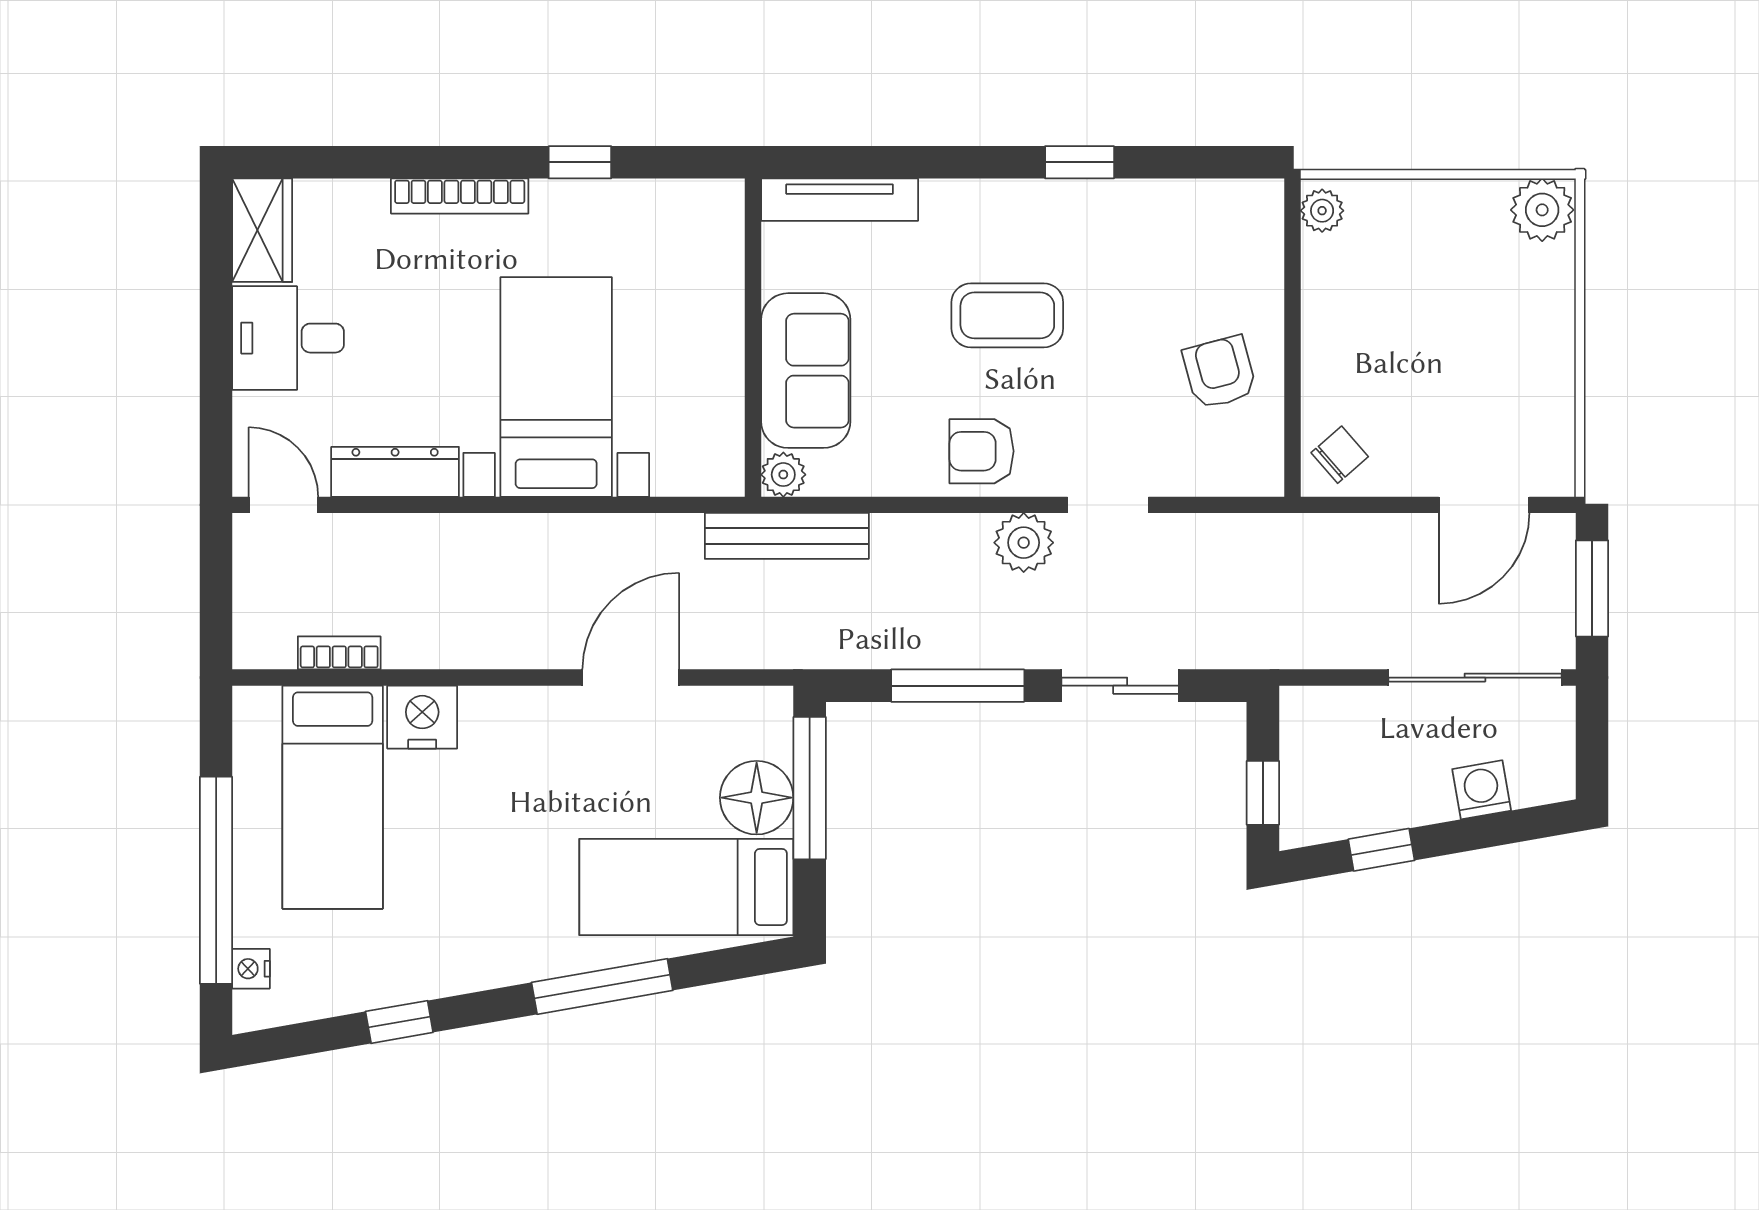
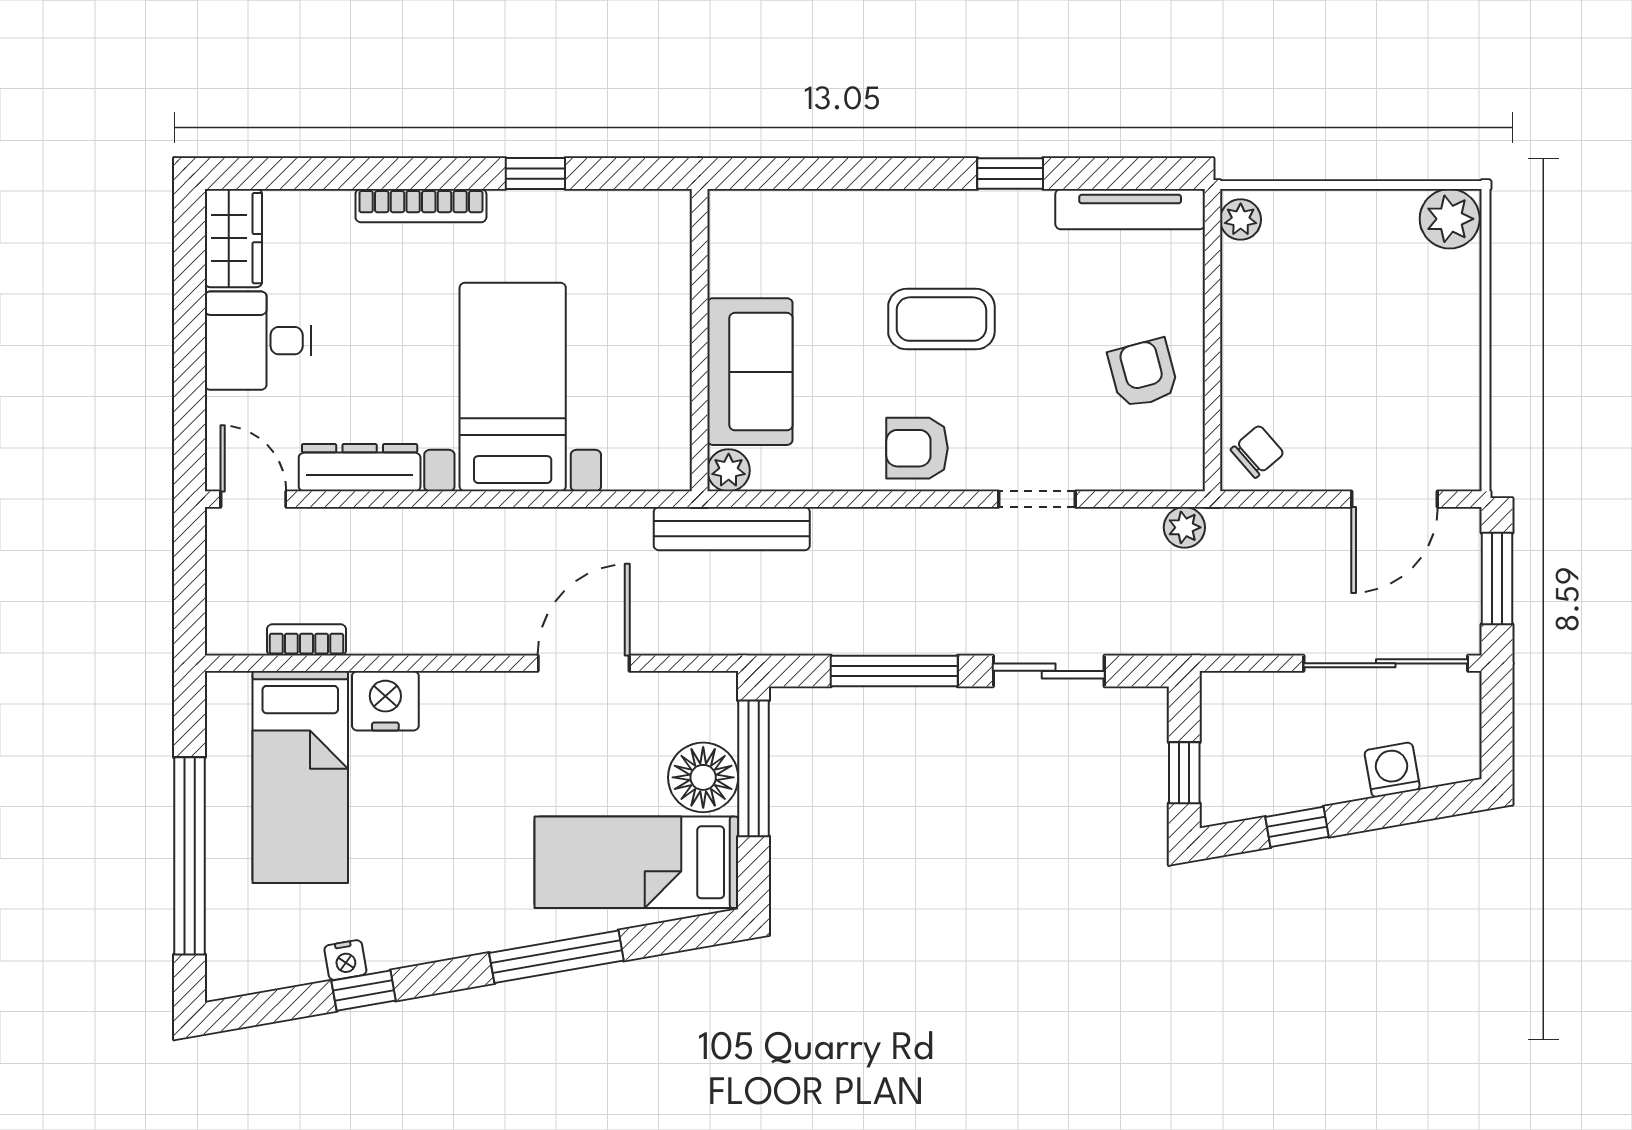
tv unit: (840, 200) -> (1130, 209), moved
plant: (1024, 543) -> (1184, 527), moved, width x0.73, depth x0.73
nightstand: (251, 969) -> (345, 960), moved, turned -100

